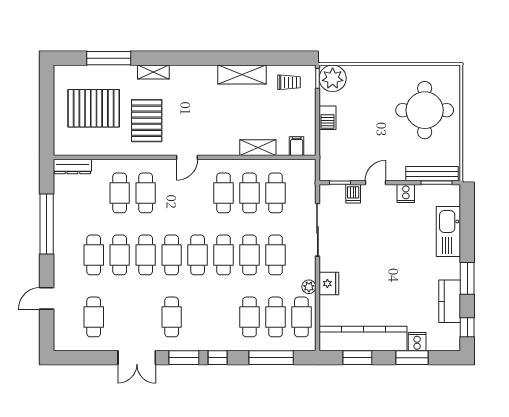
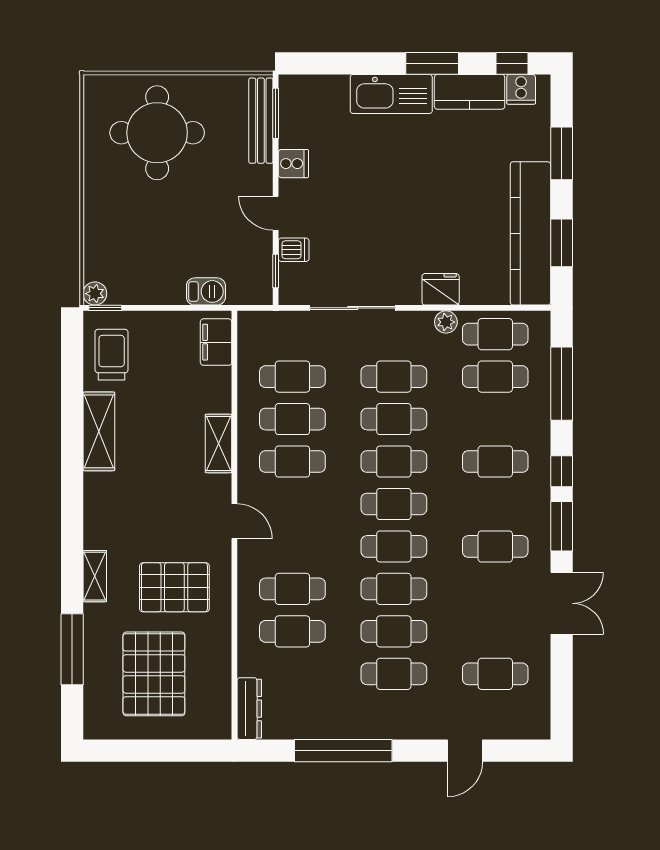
plant: (333, 78) -> (95, 294), width x0.53, depth x0.53
trolley: (289, 82) -> (112, 355), width x1.36, depth x1.39
barbecue: (328, 118) -> (206, 291), moved
filing cabinet: (297, 146) -> (216, 342), width x2.00
shelving: (258, 148) -> (218, 443), moved
kitchen sink: (448, 232) -> (391, 94), moved
door: (47, 298) -> (465, 751), hinge flipped
cafe table: (250, 317) -> (495, 462), moved
cooker: (417, 342) -> (521, 89), moved, turned -90

